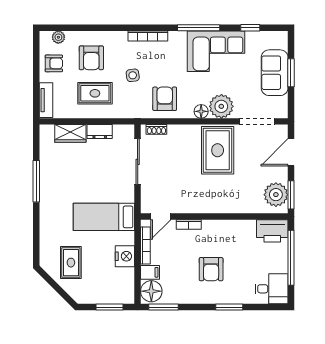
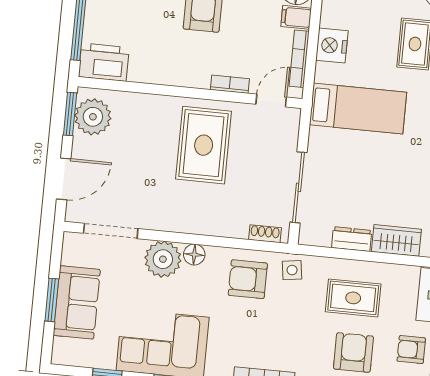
side table: (133, 75) -> (292, 270), moved
armchair: (165, 99) -> (248, 279), turned 90
rug: (218, 150) -> (204, 145), moved

